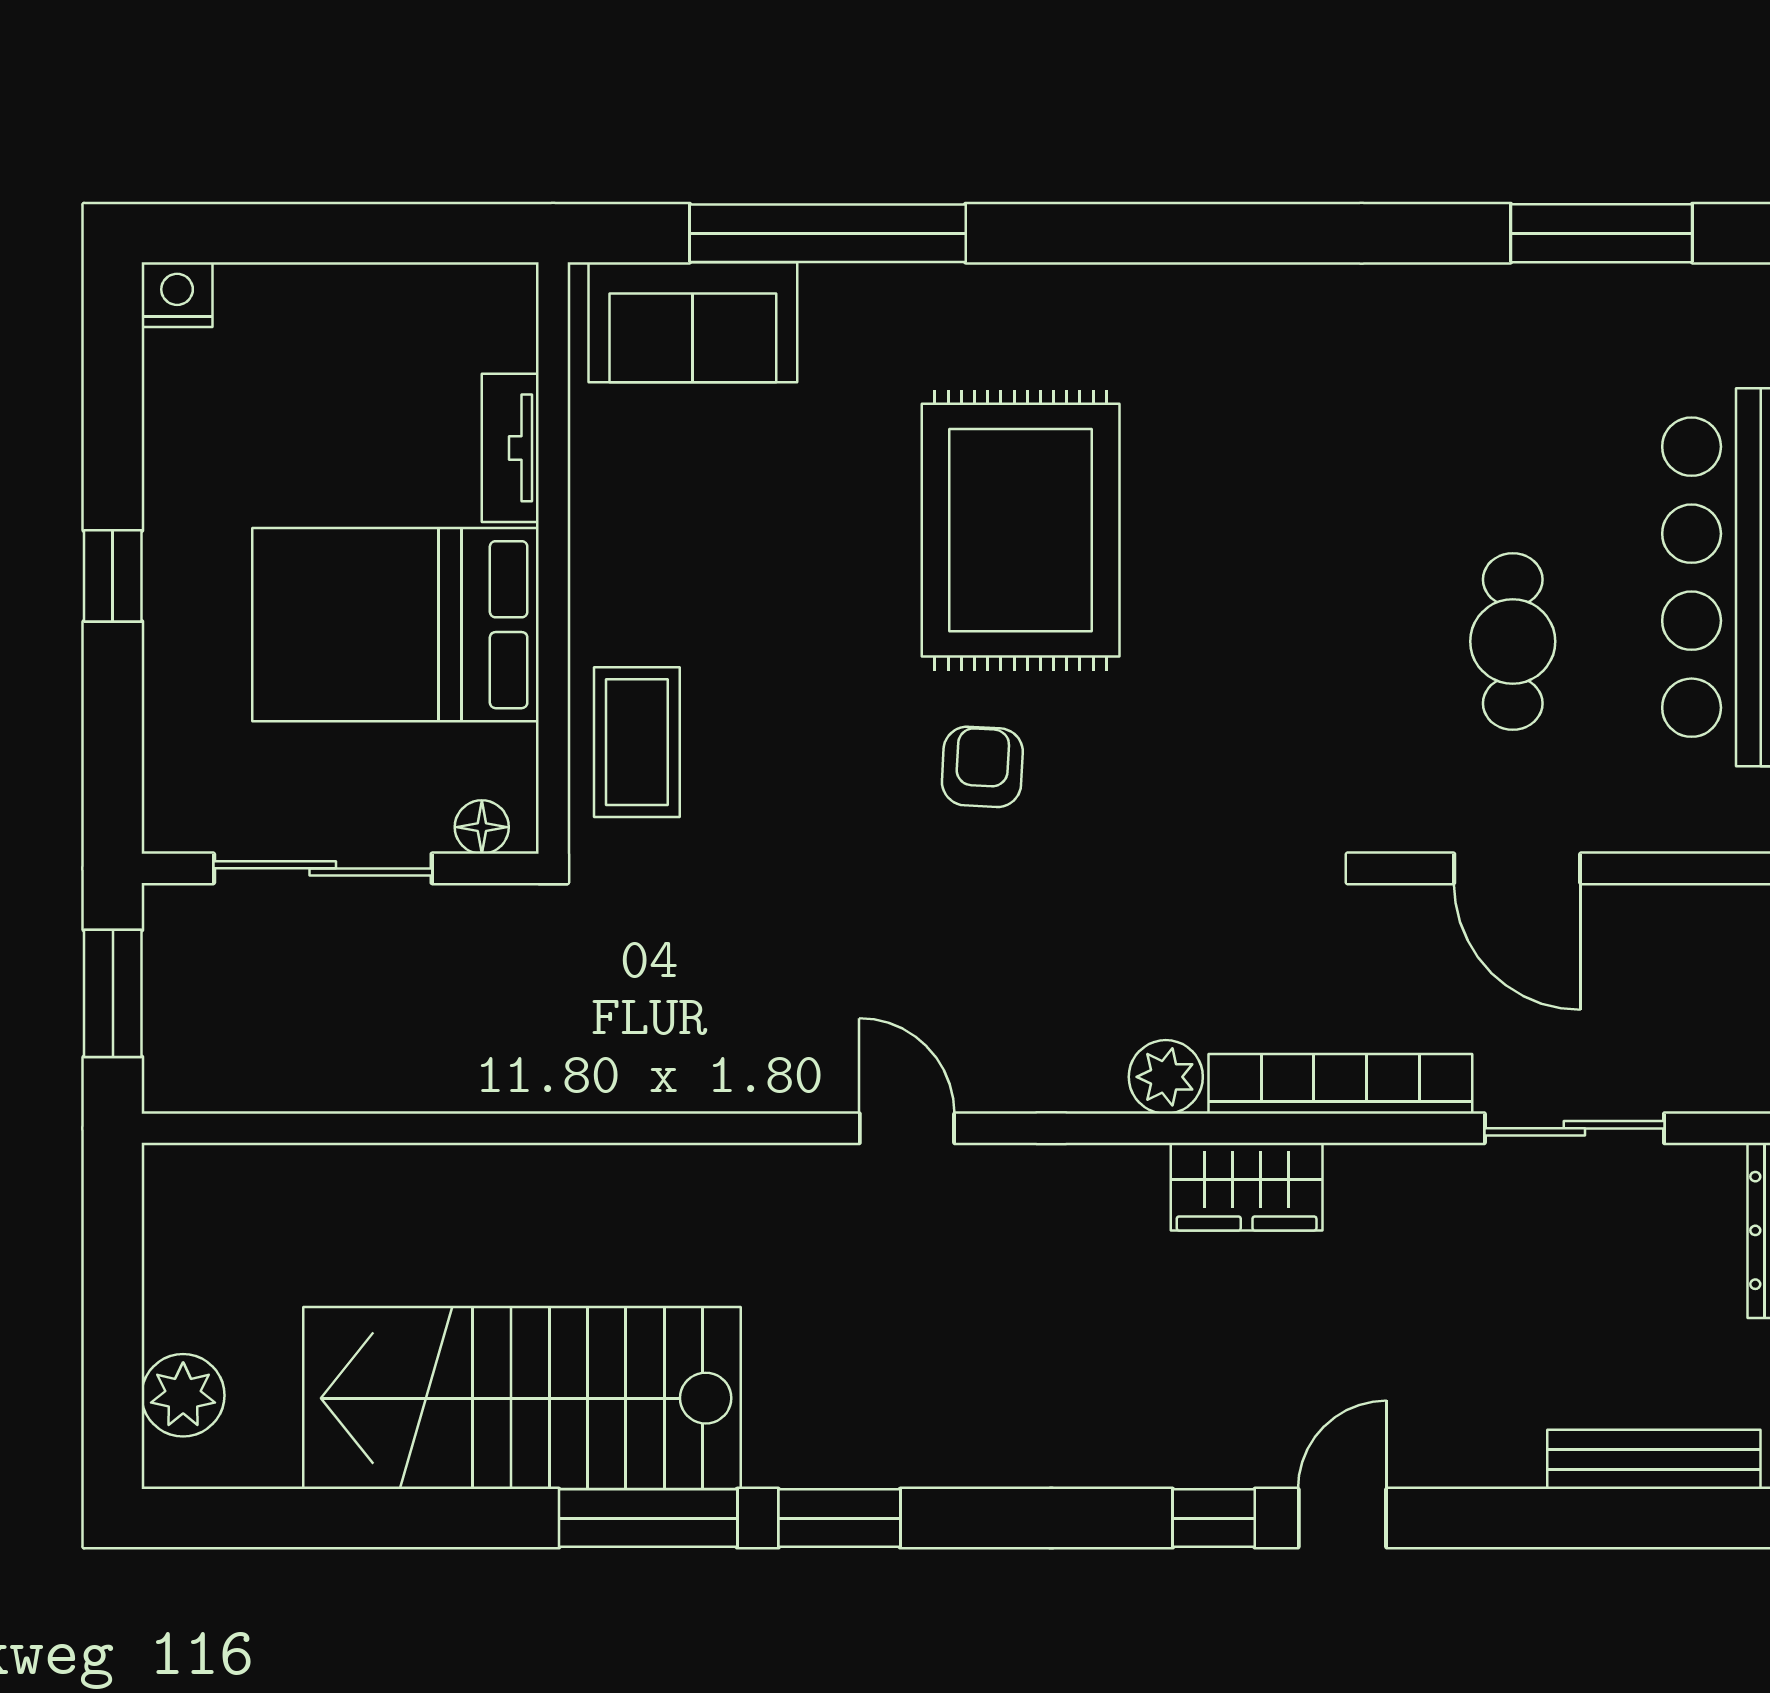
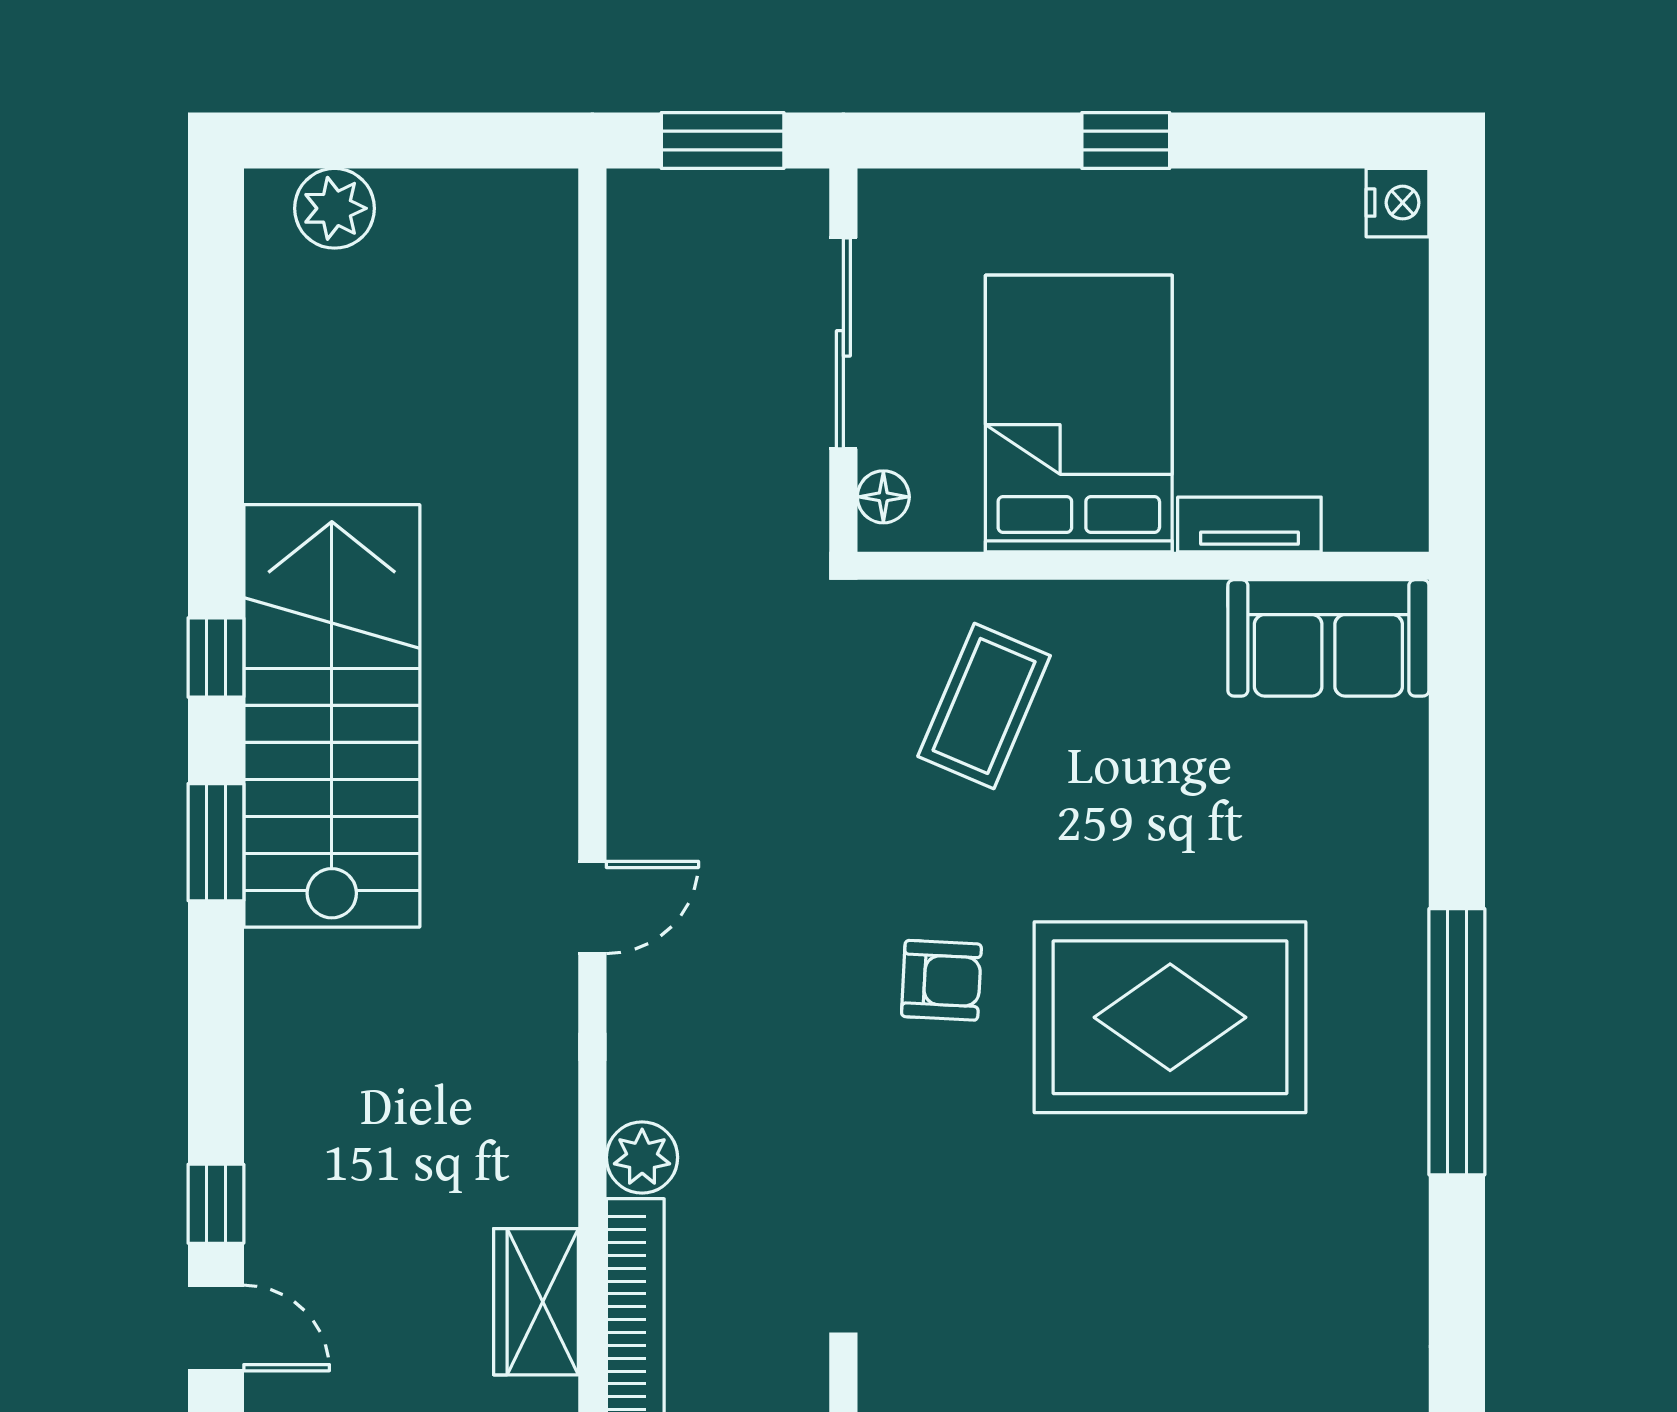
window: (828, 233) -> (1457, 1042), moved
sofa: (693, 322) -> (1328, 638), moved, turned -90
coffee table: (637, 742) -> (984, 706), moved, turned -67
wardrobe: (1247, 1187) -> (536, 1302), moved
stairs: (522, 1398) -> (332, 716), moved
window: (648, 1518) -> (216, 657), width x0.46

